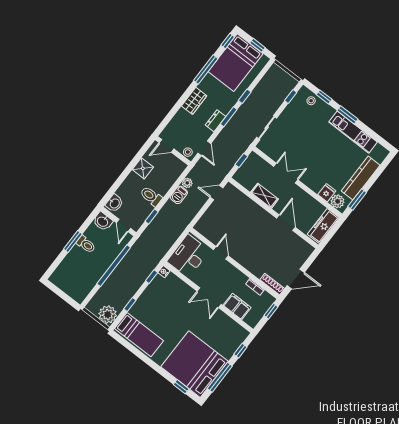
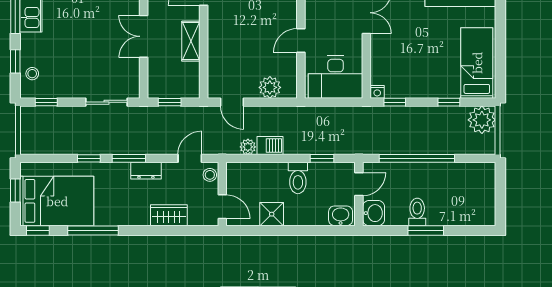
wardrobe: (194, 101) -> (169, 215), moved
plant: (209, 218) -> (270, 87), added

